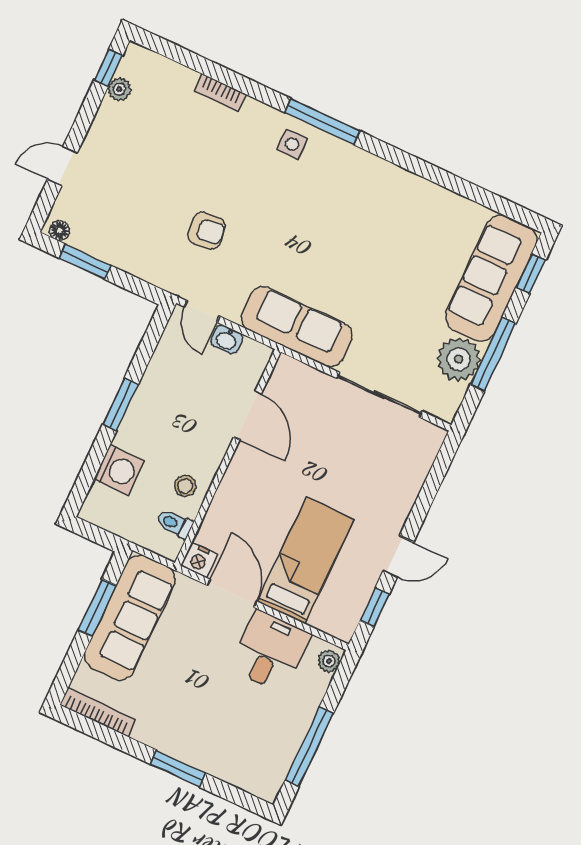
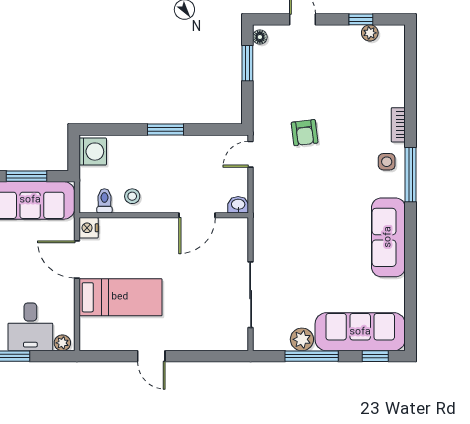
window: (108, 68) -> (361, 19), moved
bookcase: (220, 92) -> (398, 125), moved
sofa: (297, 327) -> (388, 237), moved, turned 180
washbasin: (227, 339) -> (238, 205), moved, turned 90
plant: (459, 359) -> (302, 339), width x0.73, depth x0.73
washing machine: (119, 470) -> (93, 152), moved, turned -90
door: (232, 593) -> (77, 259), swing flipped
window: (374, 608) -> (111, 356), removed
desk: (270, 651) -> (30, 327), moved, turned 90

